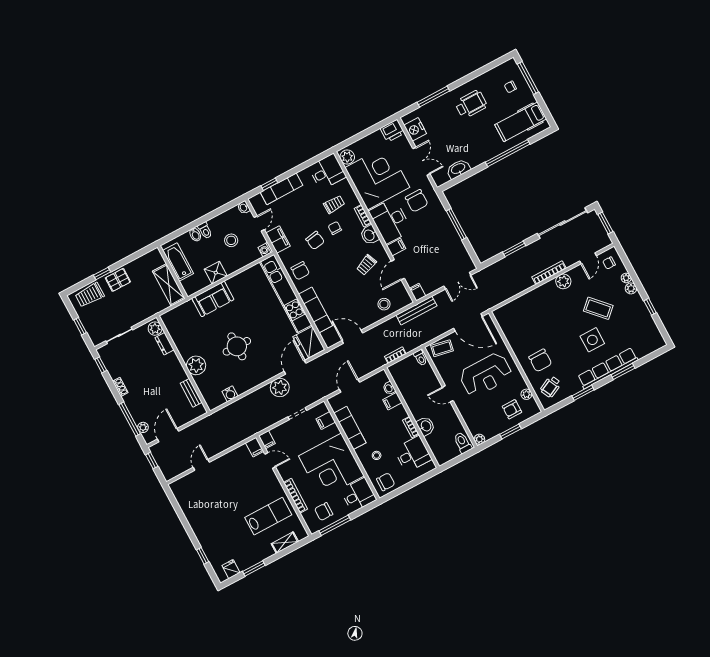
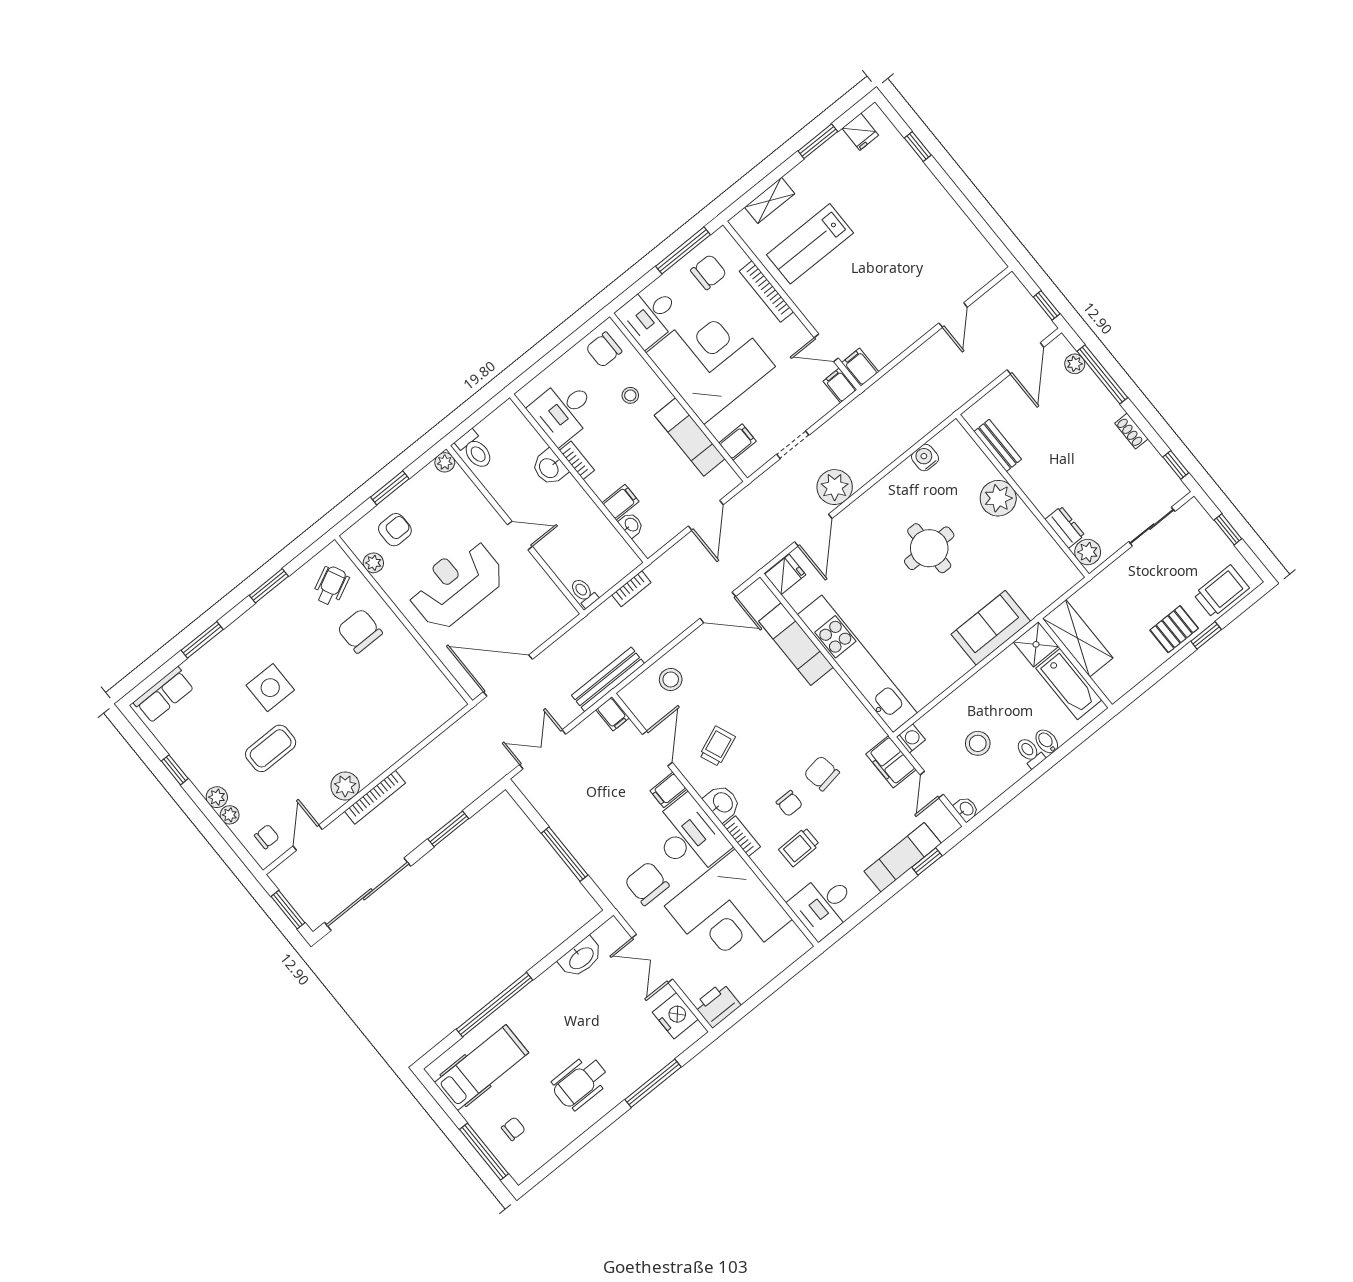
plant: (347, 157) -> (792, 940), removed
chair: (300, 271) -> (838, 712), removed
shower: (216, 273) -> (1036, 644), moved
coffee table: (598, 308) -> (271, 748), turned -47
fridge: (309, 343) -> (785, 574), width x0.53, depth x0.75
coffee table: (442, 348) -> (547, 618), removed
row of seats: (608, 368) -> (164, 695), moved, width x0.50

